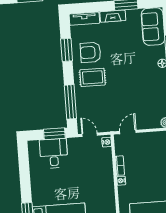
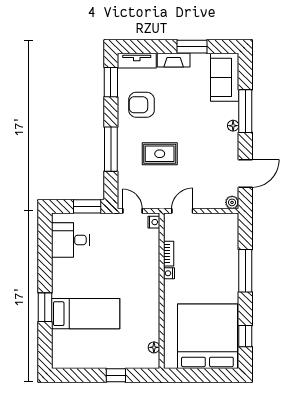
window: (67, 50) -> (111, 82), moved
rug: (93, 77) -> (160, 154), moved
window: (70, 102) -> (111, 149), moved
desk: (54, 153) -> (70, 240), moved, turned -90

